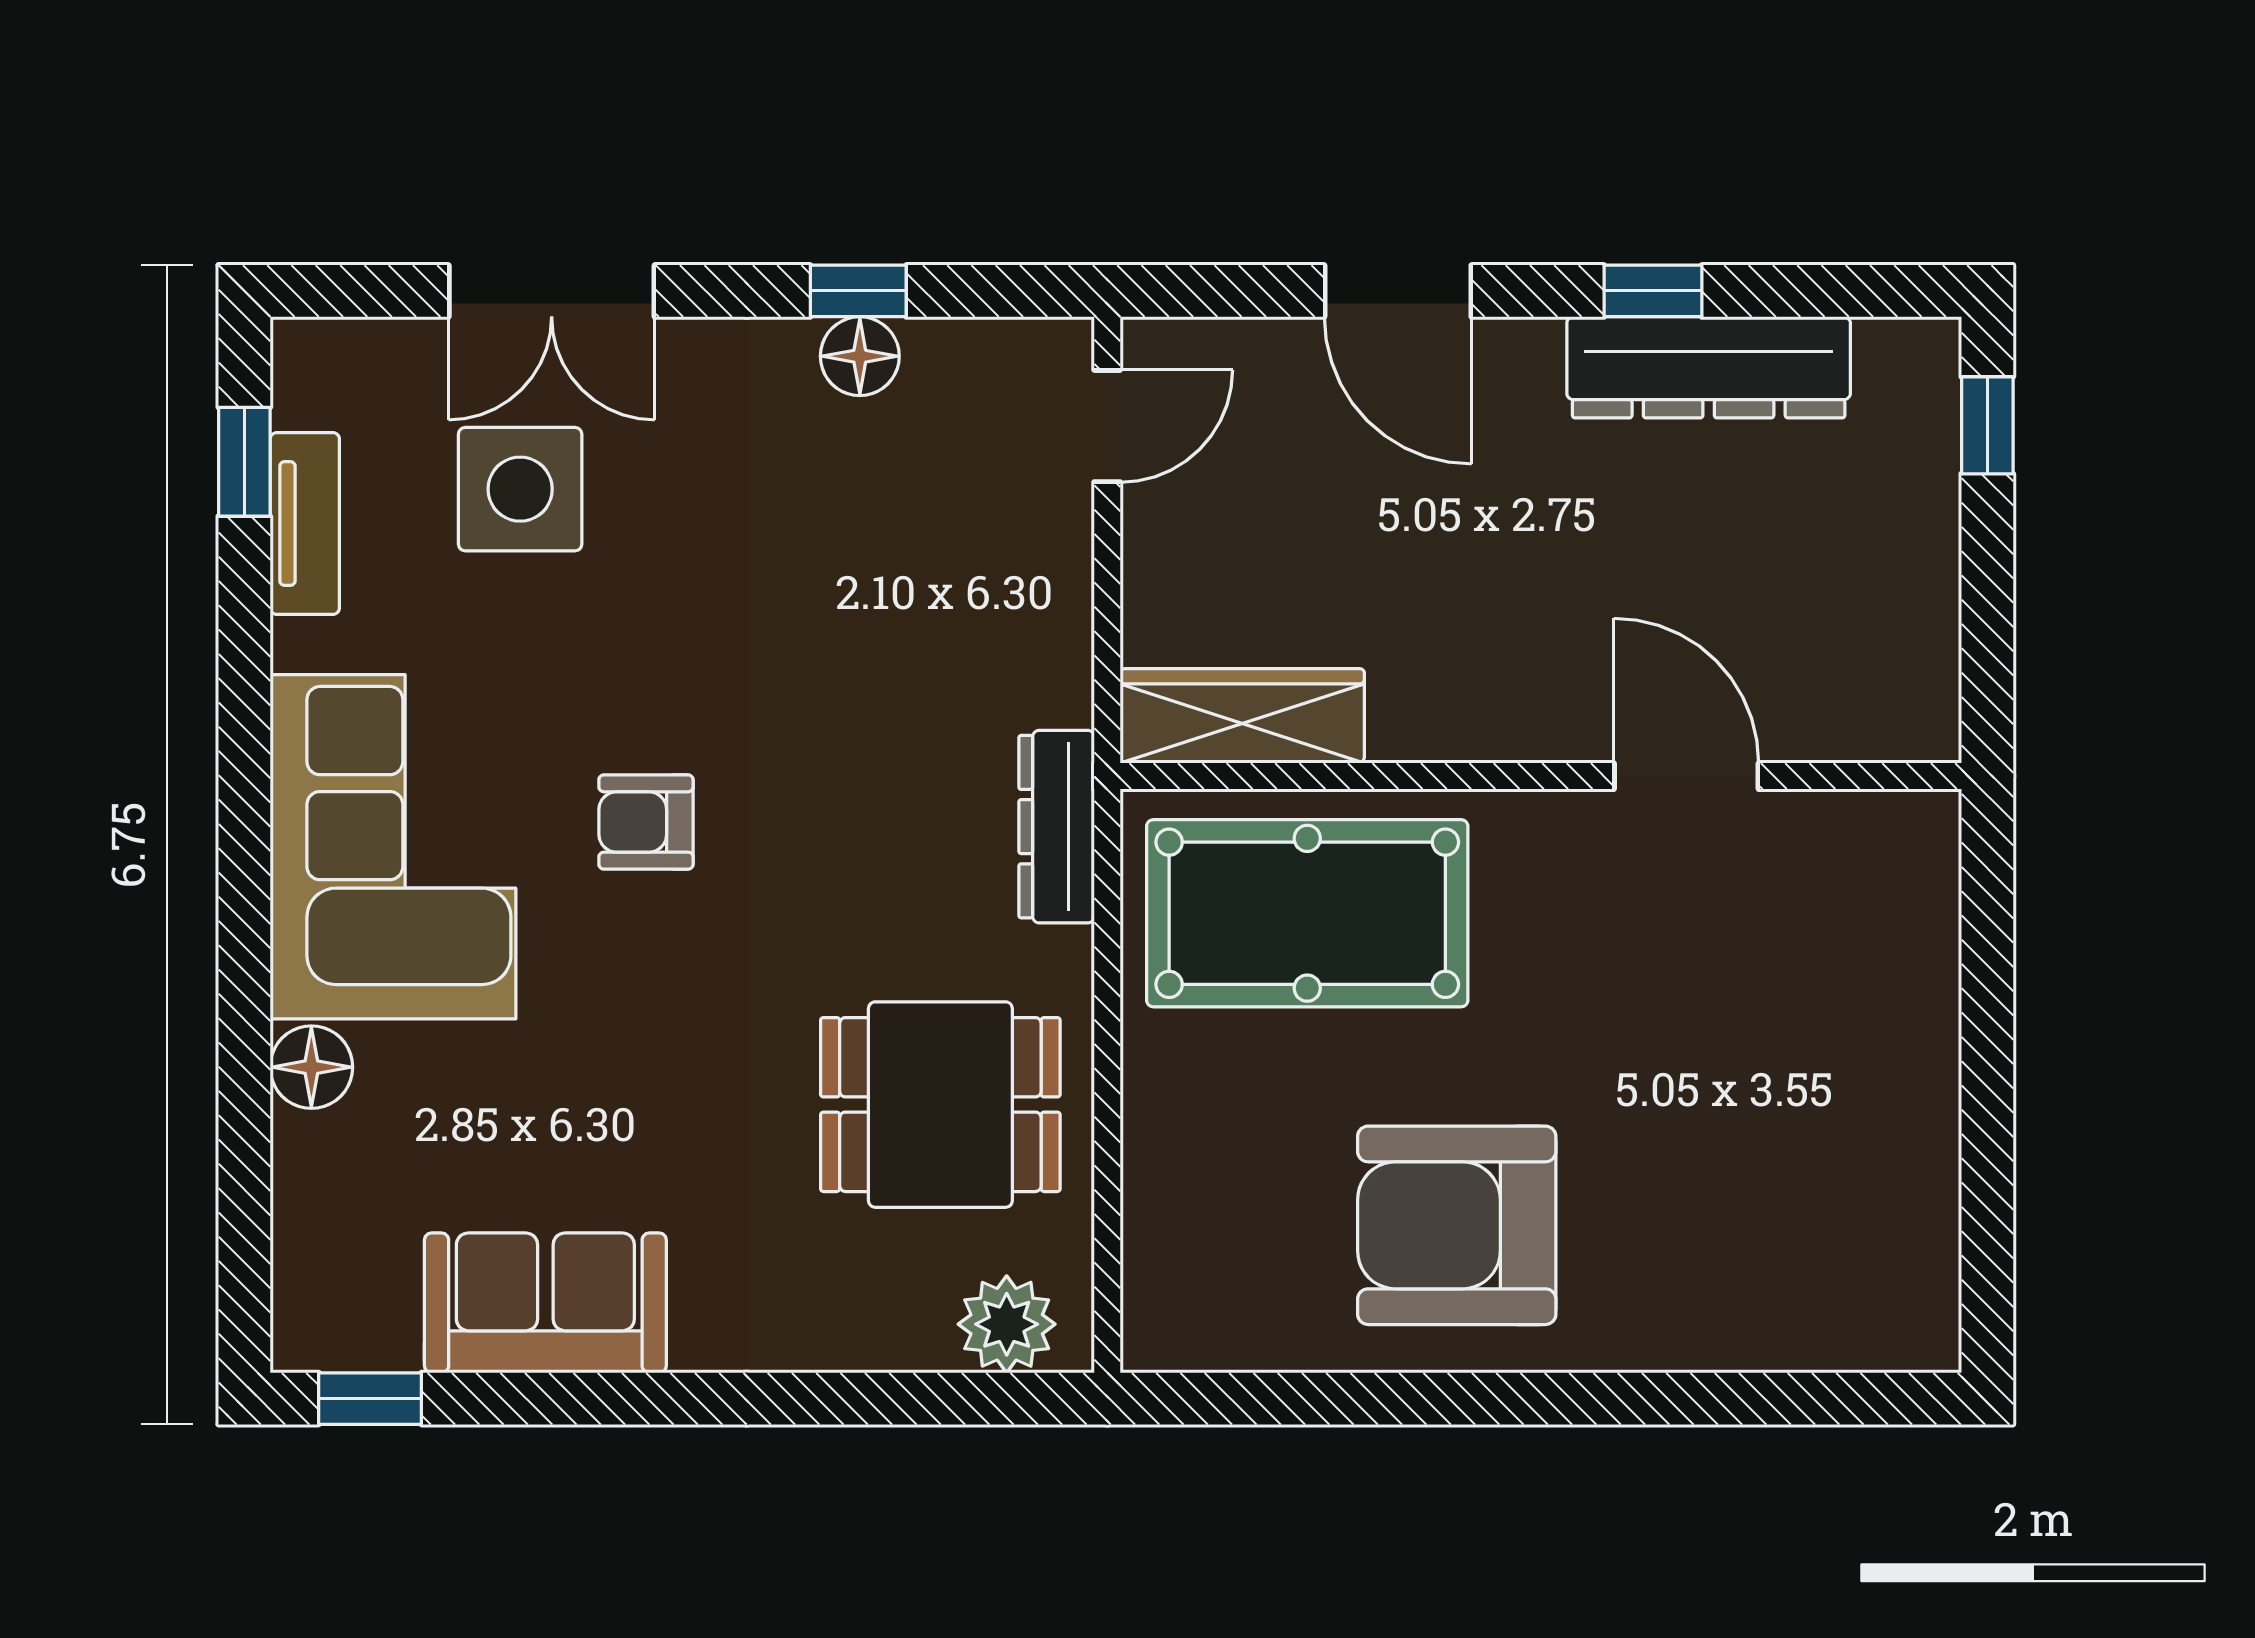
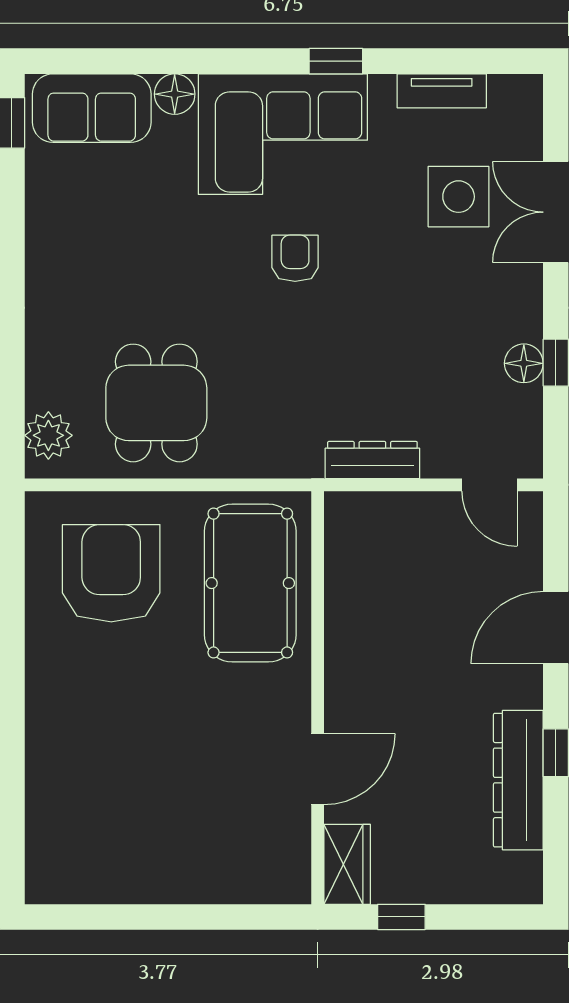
window: (1987, 425) -> (401, 917), moved
window: (244, 462) -> (336, 61), moved
wardrobe: (1242, 716) -> (347, 864), moved, width x0.67
dresser: (1057, 827) -> (372, 460), moved
armchair: (1457, 1225) -> (111, 573), moved
sofa: (545, 1303) -> (92, 108), moved, turned 90

